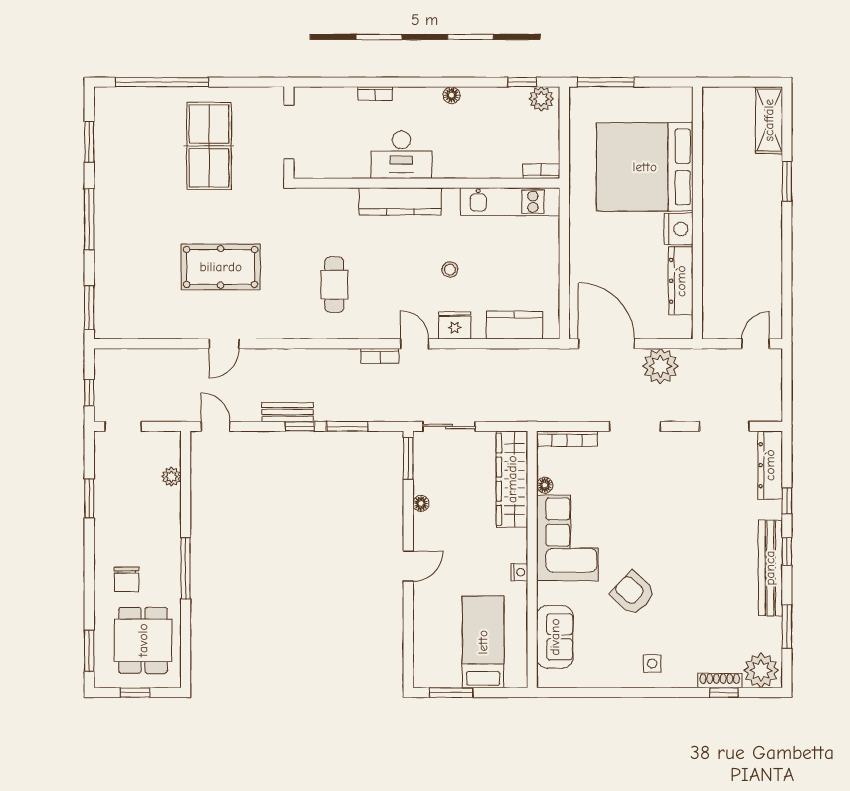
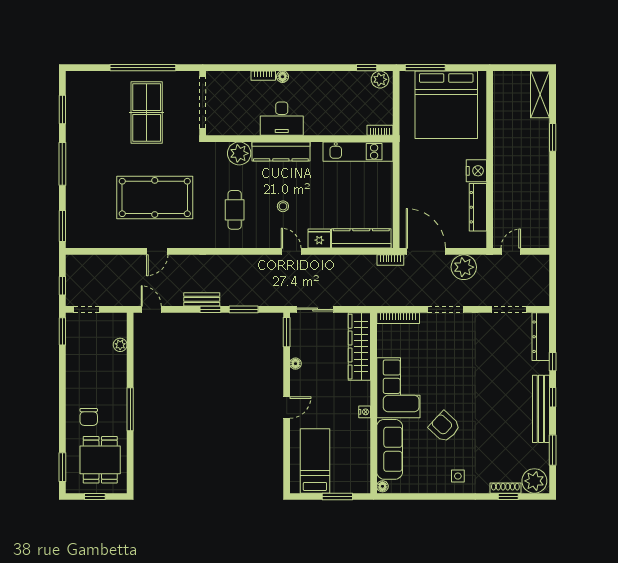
window: (162, 82) -> (143, 68), moved
floor lamp: (452, 95) -> (283, 77), moved
doorway: (289, 132) -> (203, 103), width x1.36
bed: (645, 167) -> (446, 105), moved, turned -90
plant: (341, 204) -> (239, 153), added
pool table: (221, 267) -> (155, 197), width x1.36, depth x1.32
stool: (450, 270) -> (283, 206), moved
kitchen counter: (515, 325) -> (361, 238), width x1.50
door: (756, 344) -> (511, 251), moved
bookcase: (380, 356) -> (390, 260), moved
floor lamp: (545, 485) -> (382, 486), moved
window: (89, 498) -> (62, 331), moved
sofa: (555, 637) -> (390, 449), width x1.36
bed: (483, 642) -> (315, 461), moved
window: (451, 693) -> (337, 496), moved

